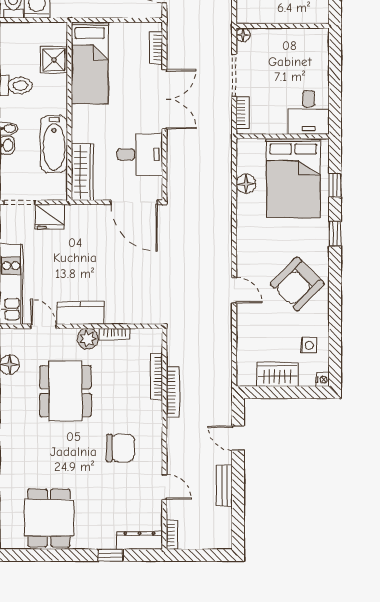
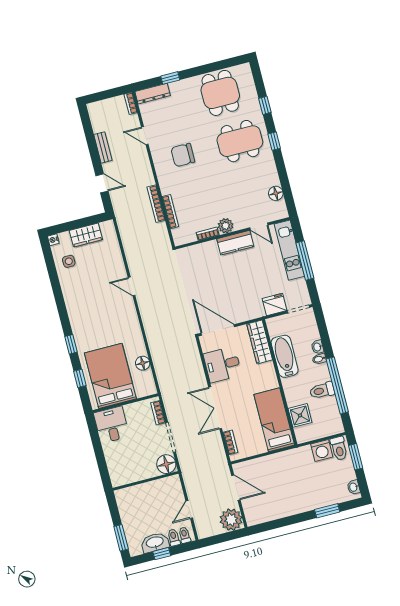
floor lamp: (243, 35) -> (166, 464), width x1.89, depth x1.89
armchair: (297, 284) -> (88, 302), removed
dining table: (65, 391) -> (240, 141), moved, turned 90

